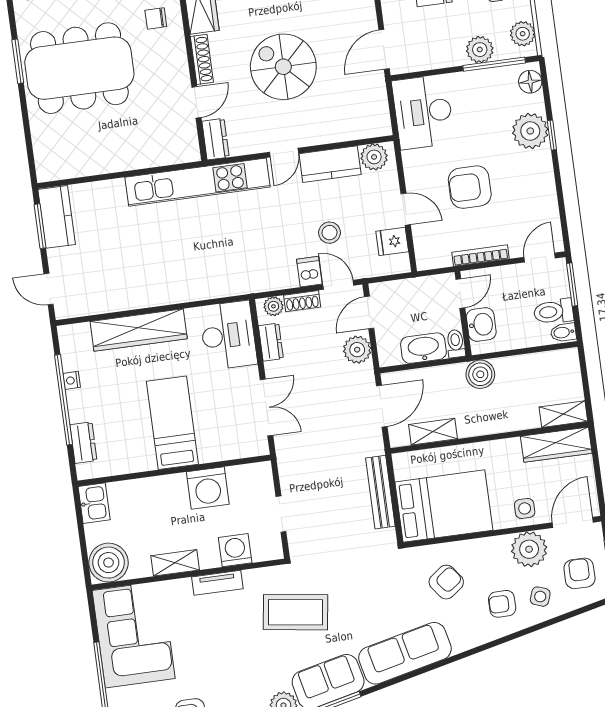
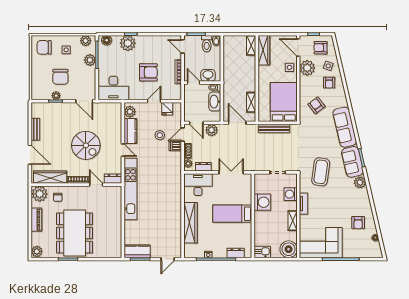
spiral stairs: (283, 67) -> (86, 145), turned -90
armchair: (470, 187) -> (148, 72), turned -90
boiler: (480, 374) -> (229, 79), removed

